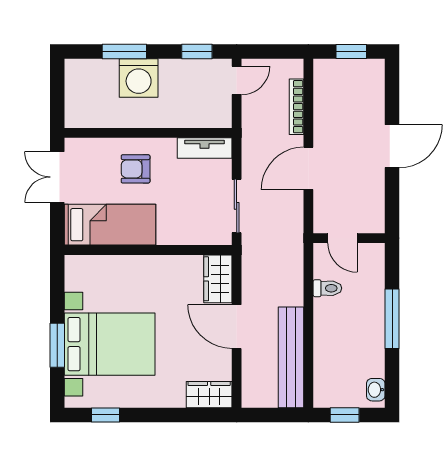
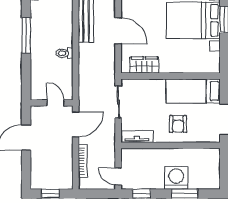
door: (237, 80) -> (118, 176), hinge flipped
armchair: (136, 169) -> (178, 124), turned 90
door: (342, 238) -> (55, 103), moved
wall: (349, 238) -> (52, 103), moved
wardrobe: (218, 279) -> (144, 65), moved, turned -90

